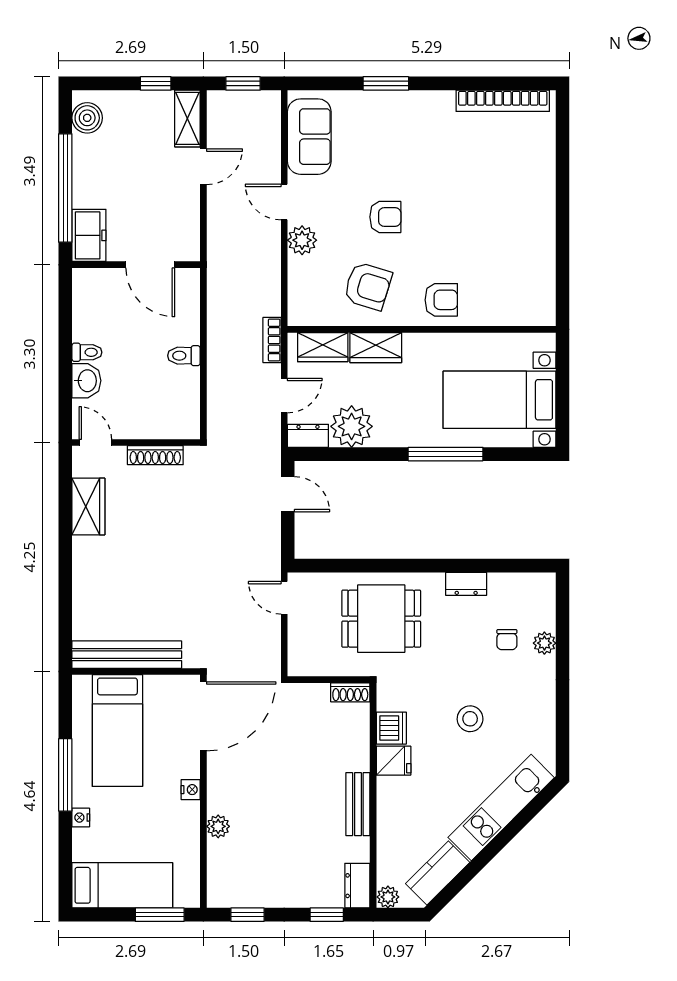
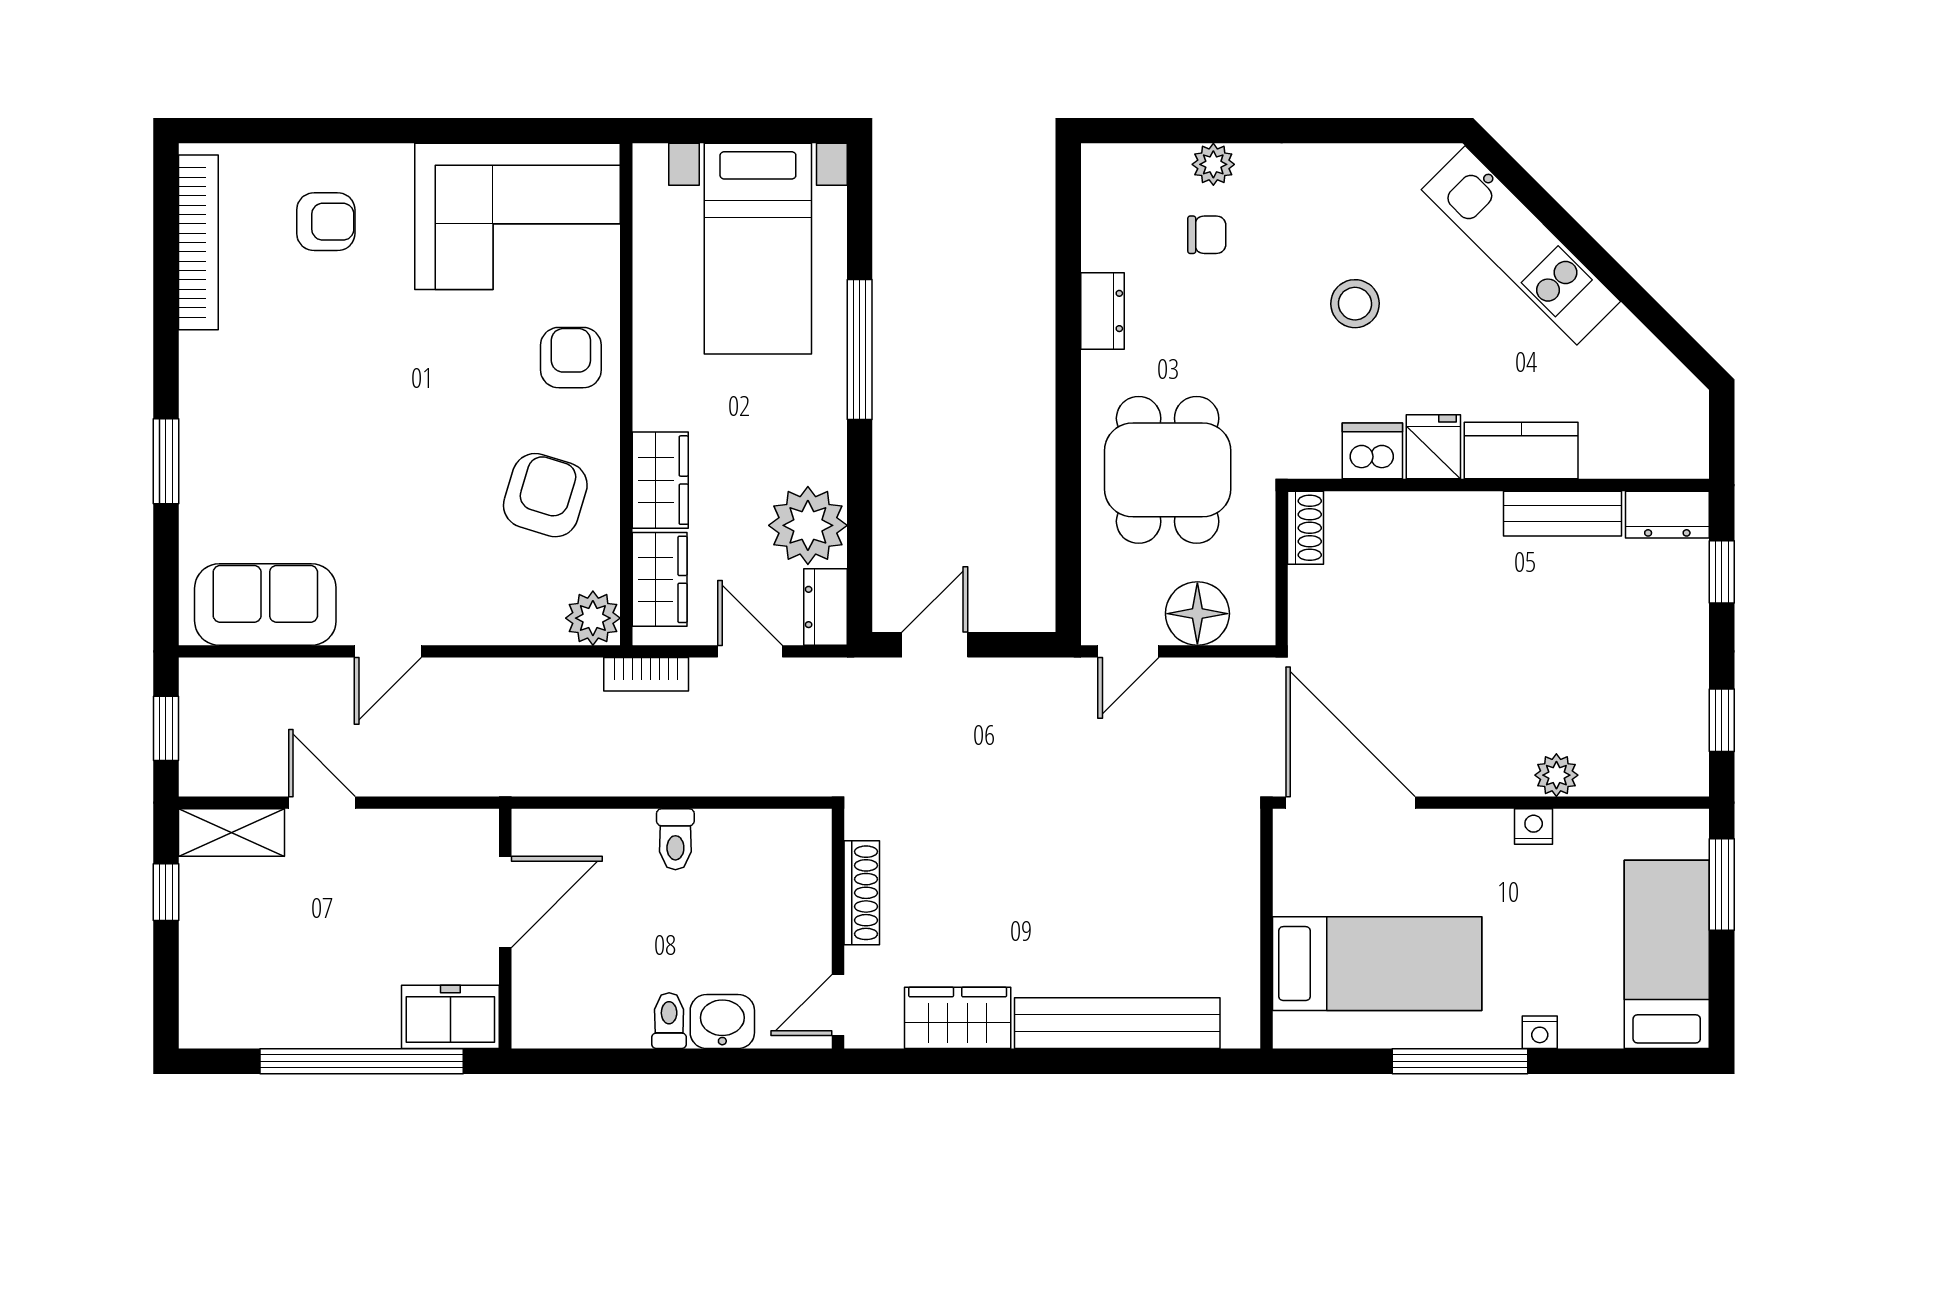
boiler: (87, 118) -> (230, 1020), removed
armchair: (385, 217) -> (326, 222), moved, turned 90
plant: (302, 240) -> (593, 618), moved
corner sofa: (517, 271) -> (518, 216), added
floor lamp: (304, 635) -> (1197, 614), added
bench: (127, 655) -> (1117, 1023), moved, turned 90
nightstand: (191, 790) -> (1534, 826), moved
bench: (358, 804) -> (1563, 514), moved
kitchen counter: (438, 873) -> (1521, 451), moved, turned 135
plant: (388, 897) -> (1688, 457), removed

